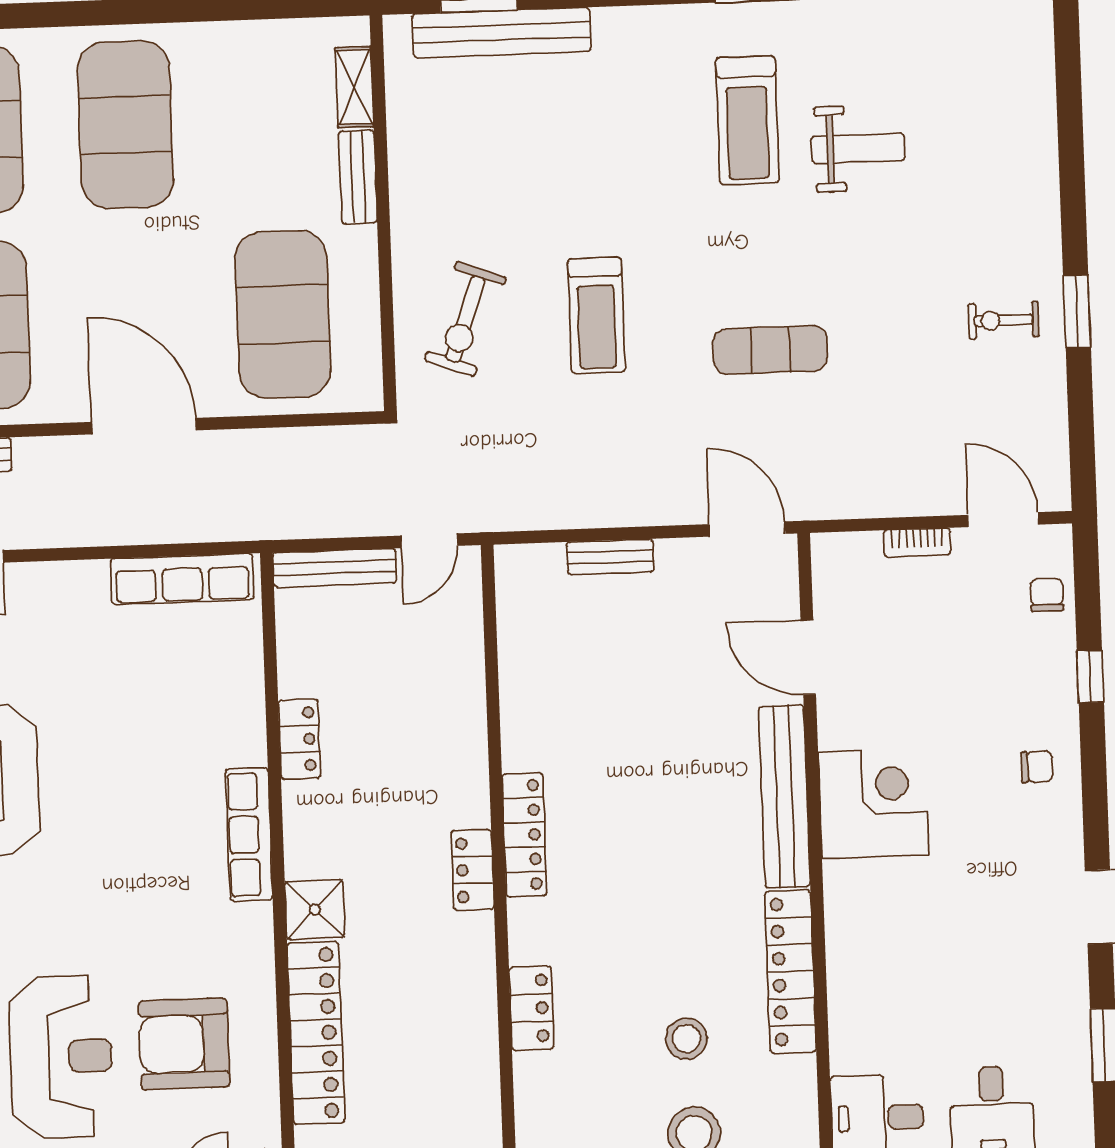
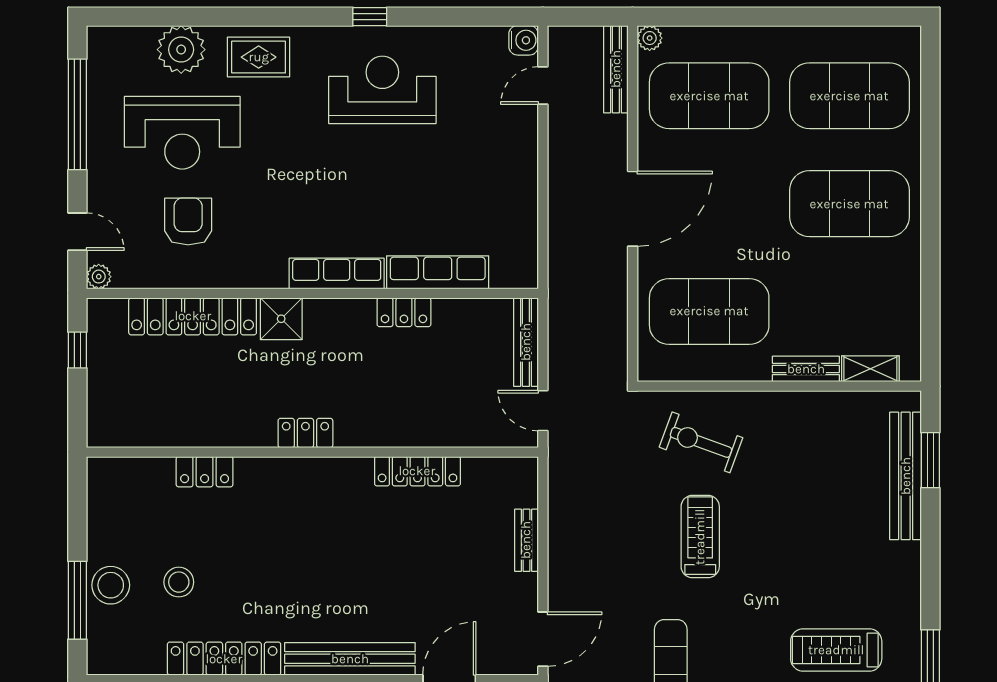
treadmill: (596, 315) -> (700, 537), turned 90
row of seats: (182, 579) -> (438, 272), moved, turned 90
locker: (524, 835) -> (417, 471), moved
armchair: (184, 1044) -> (188, 221), width x0.73, depth x0.73

